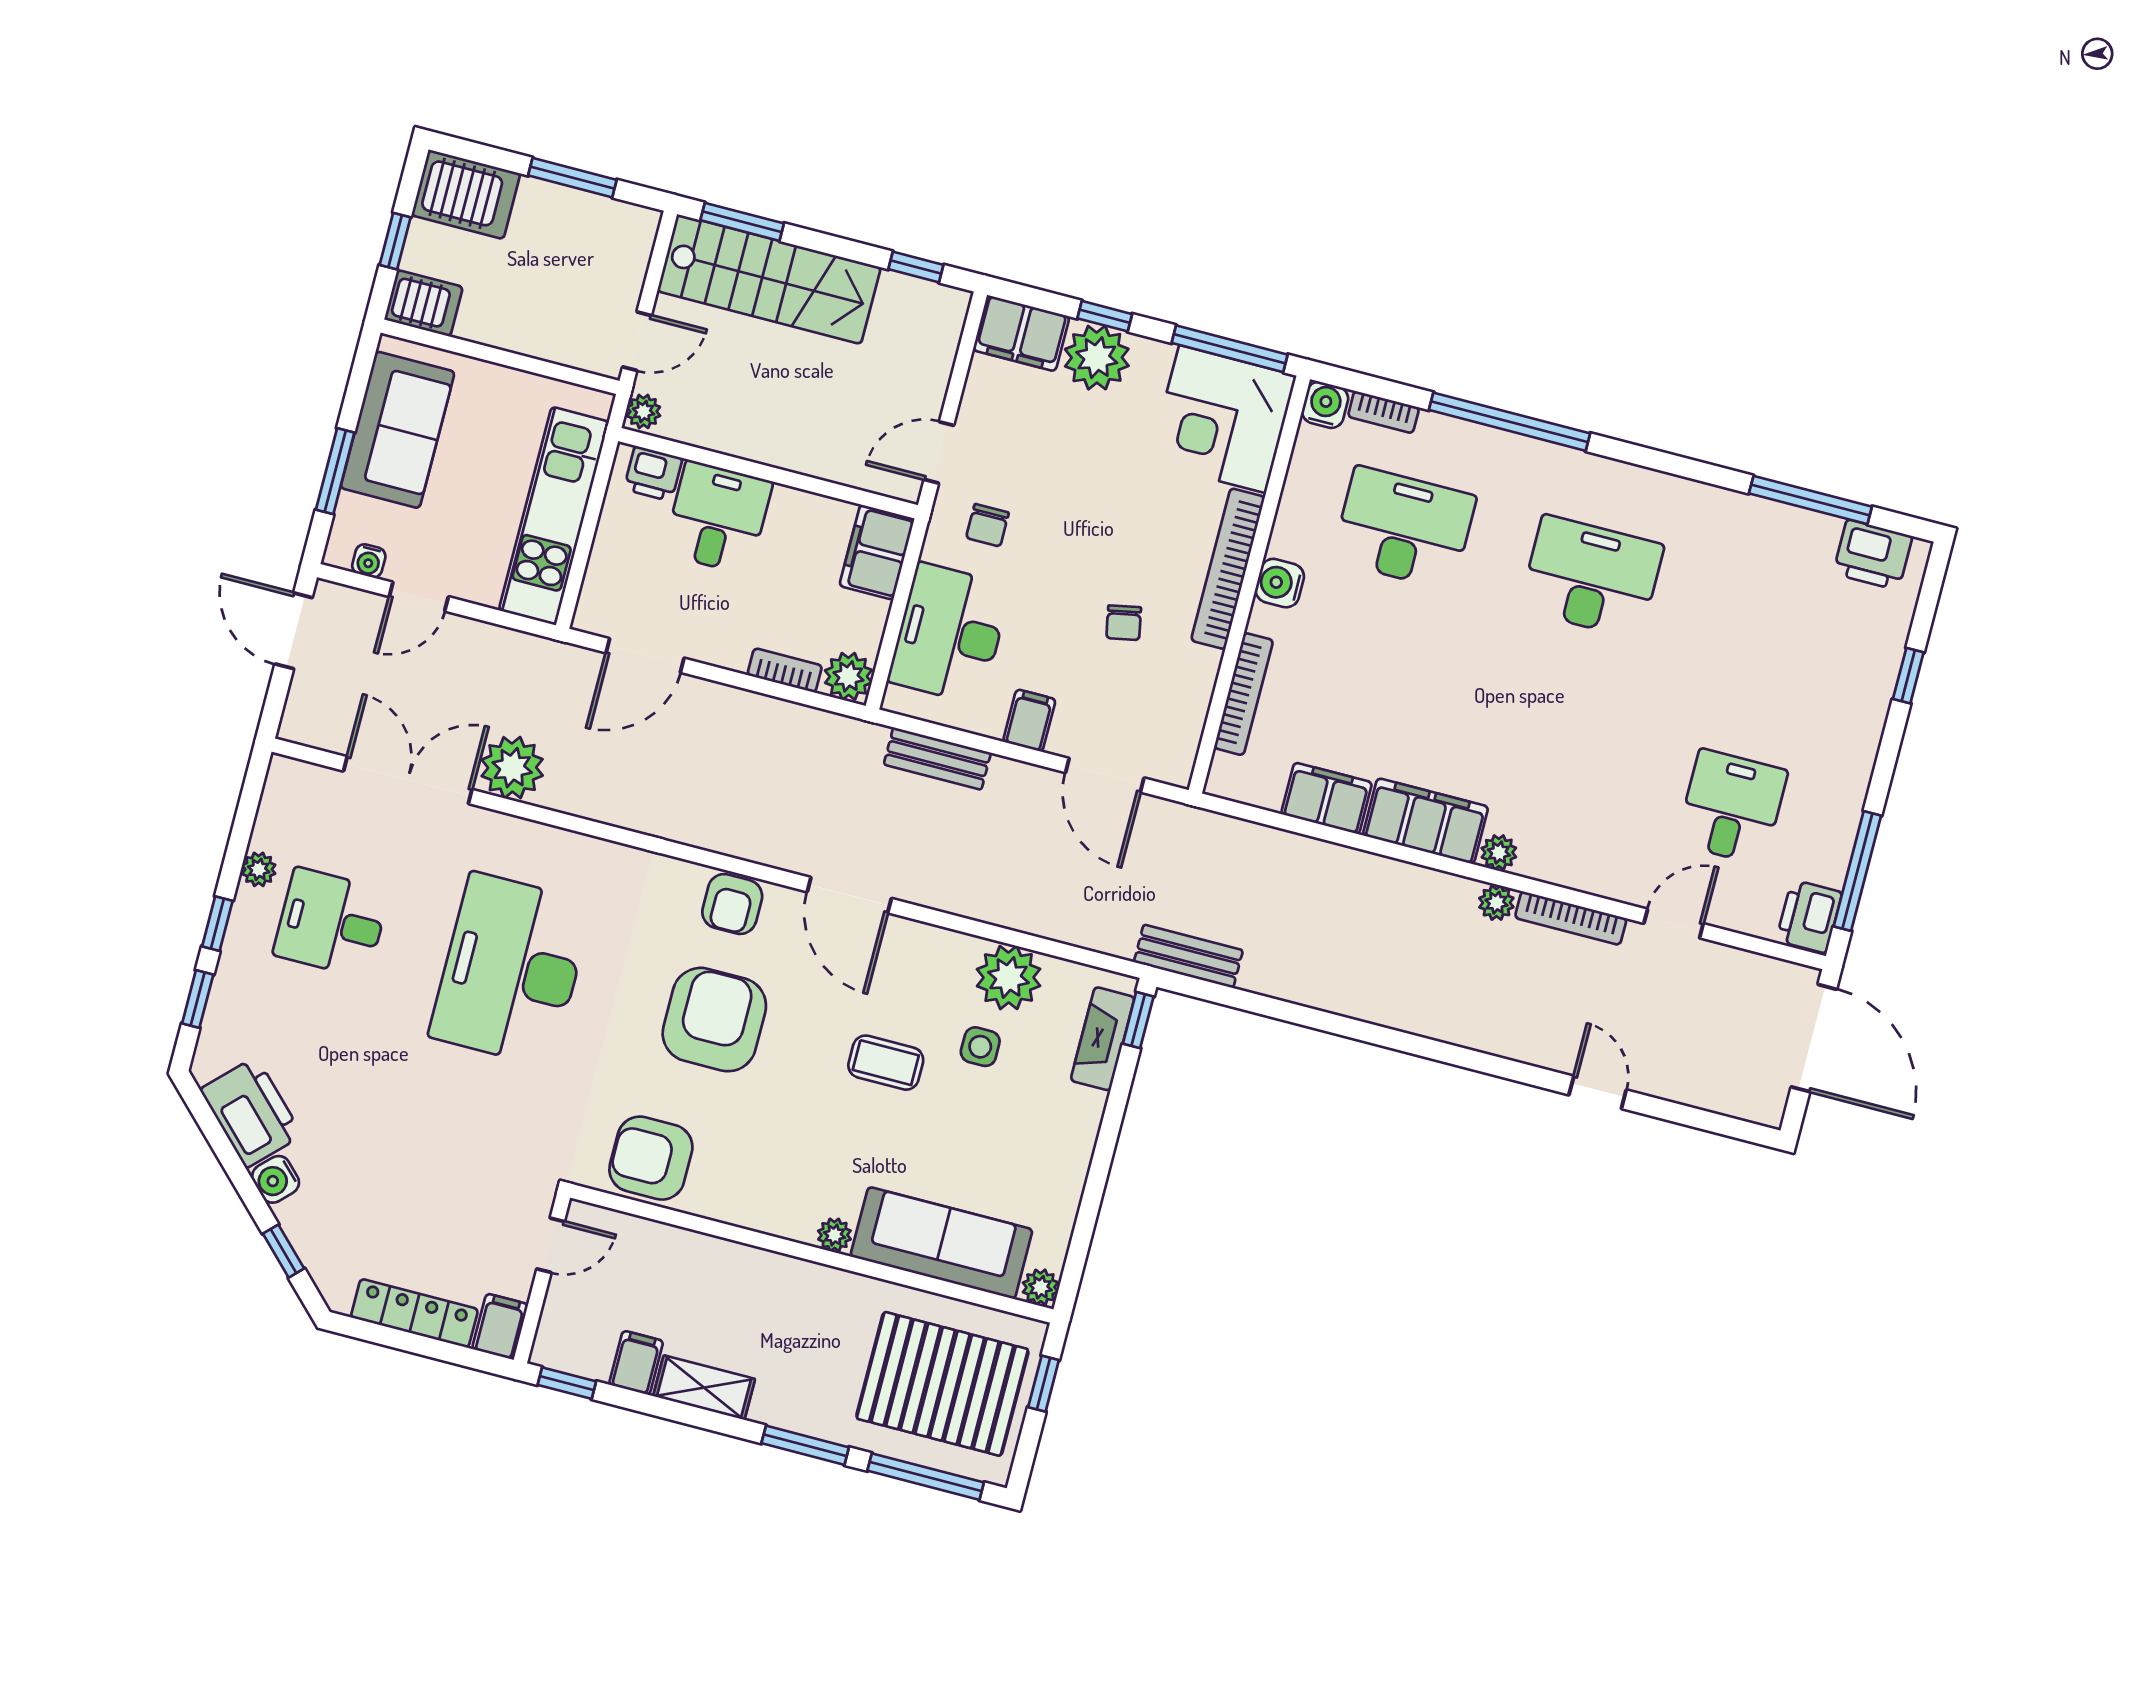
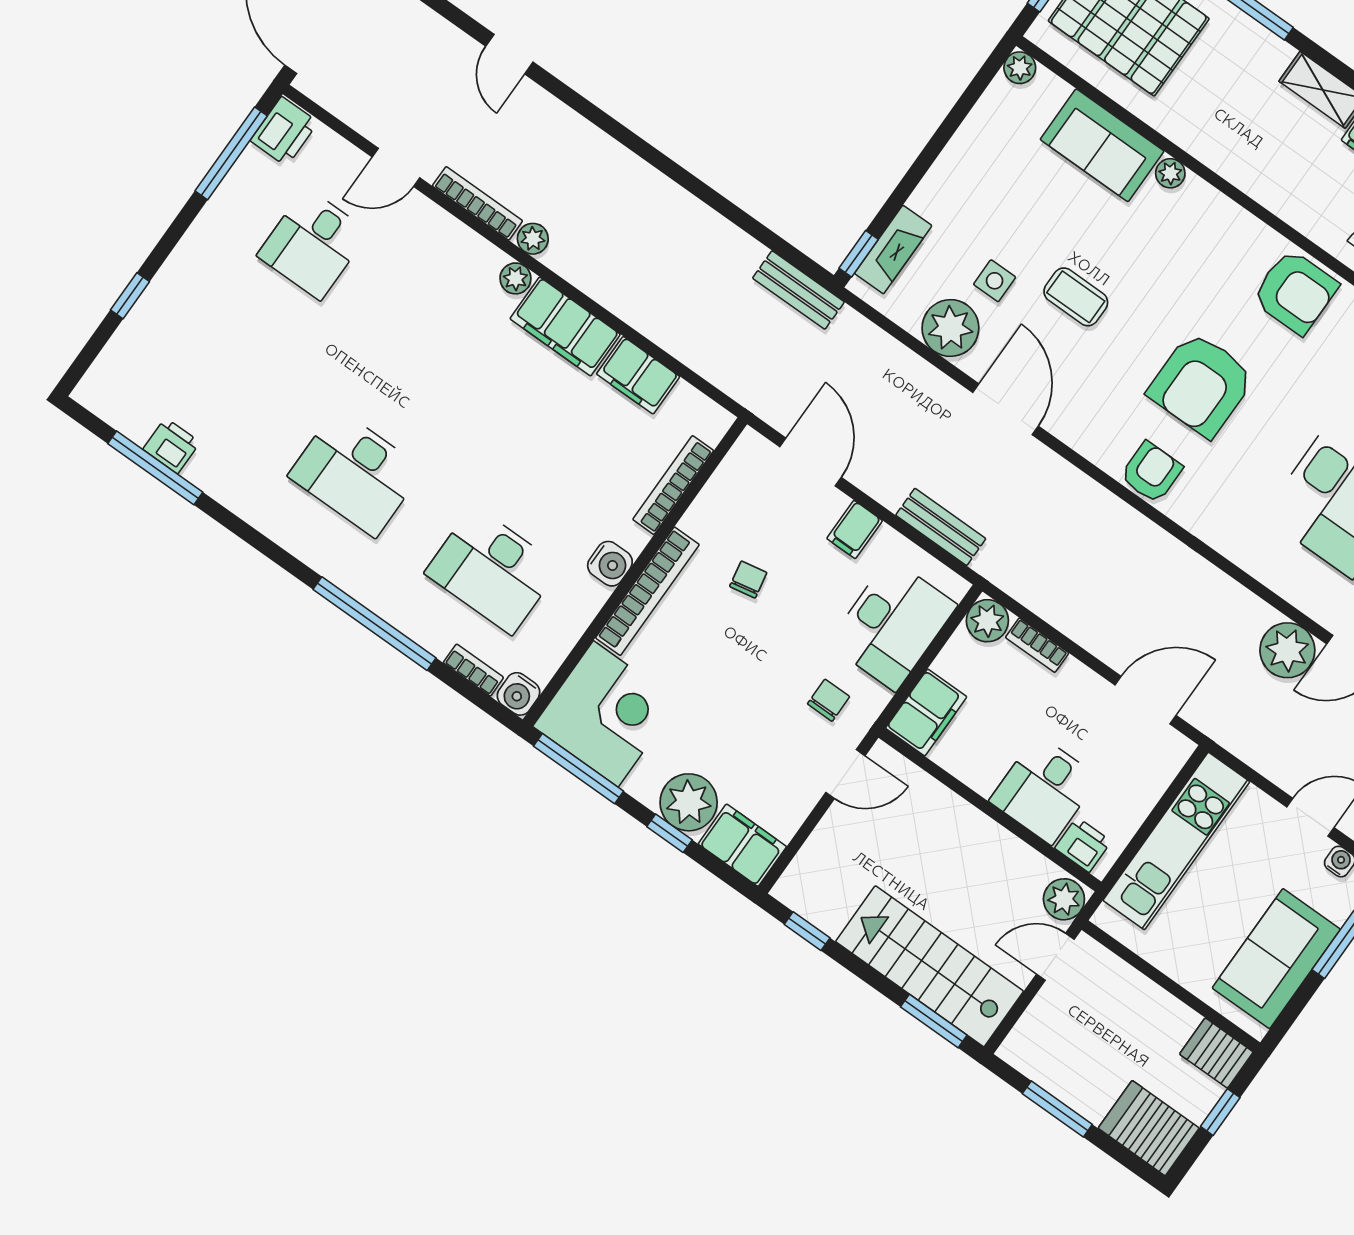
plant: (643, 411) -> (1064, 899), width x1.38, depth x1.38
printer: (1873, 555) -> (172, 446), moved, width x0.73, depth x0.81
door: (849, 895) -> (1006, 409), moved
sofa: (941, 1243) -> (1102, 145), width x0.73

